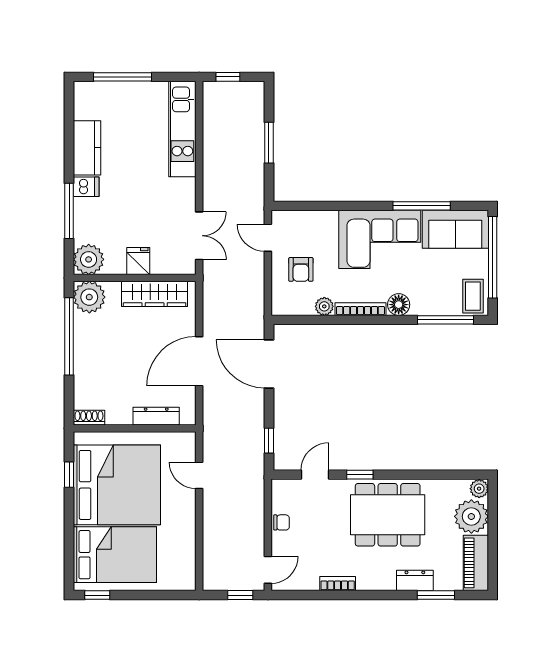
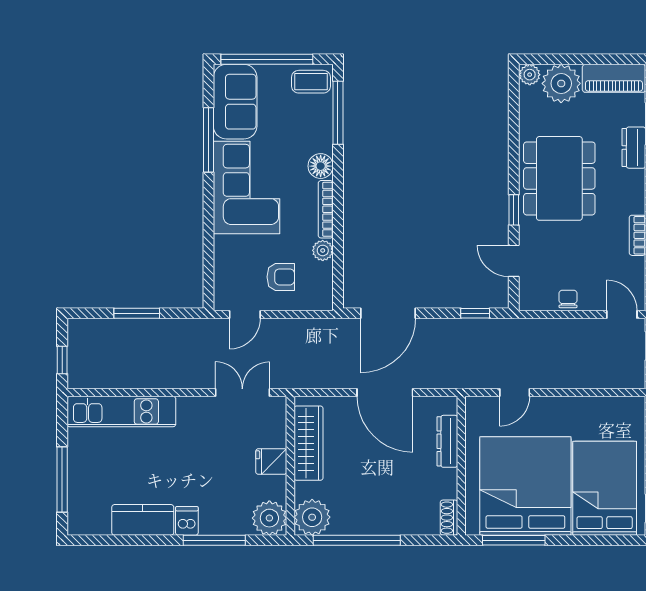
window: (69, 475) -> (514, 540), width x2.17

